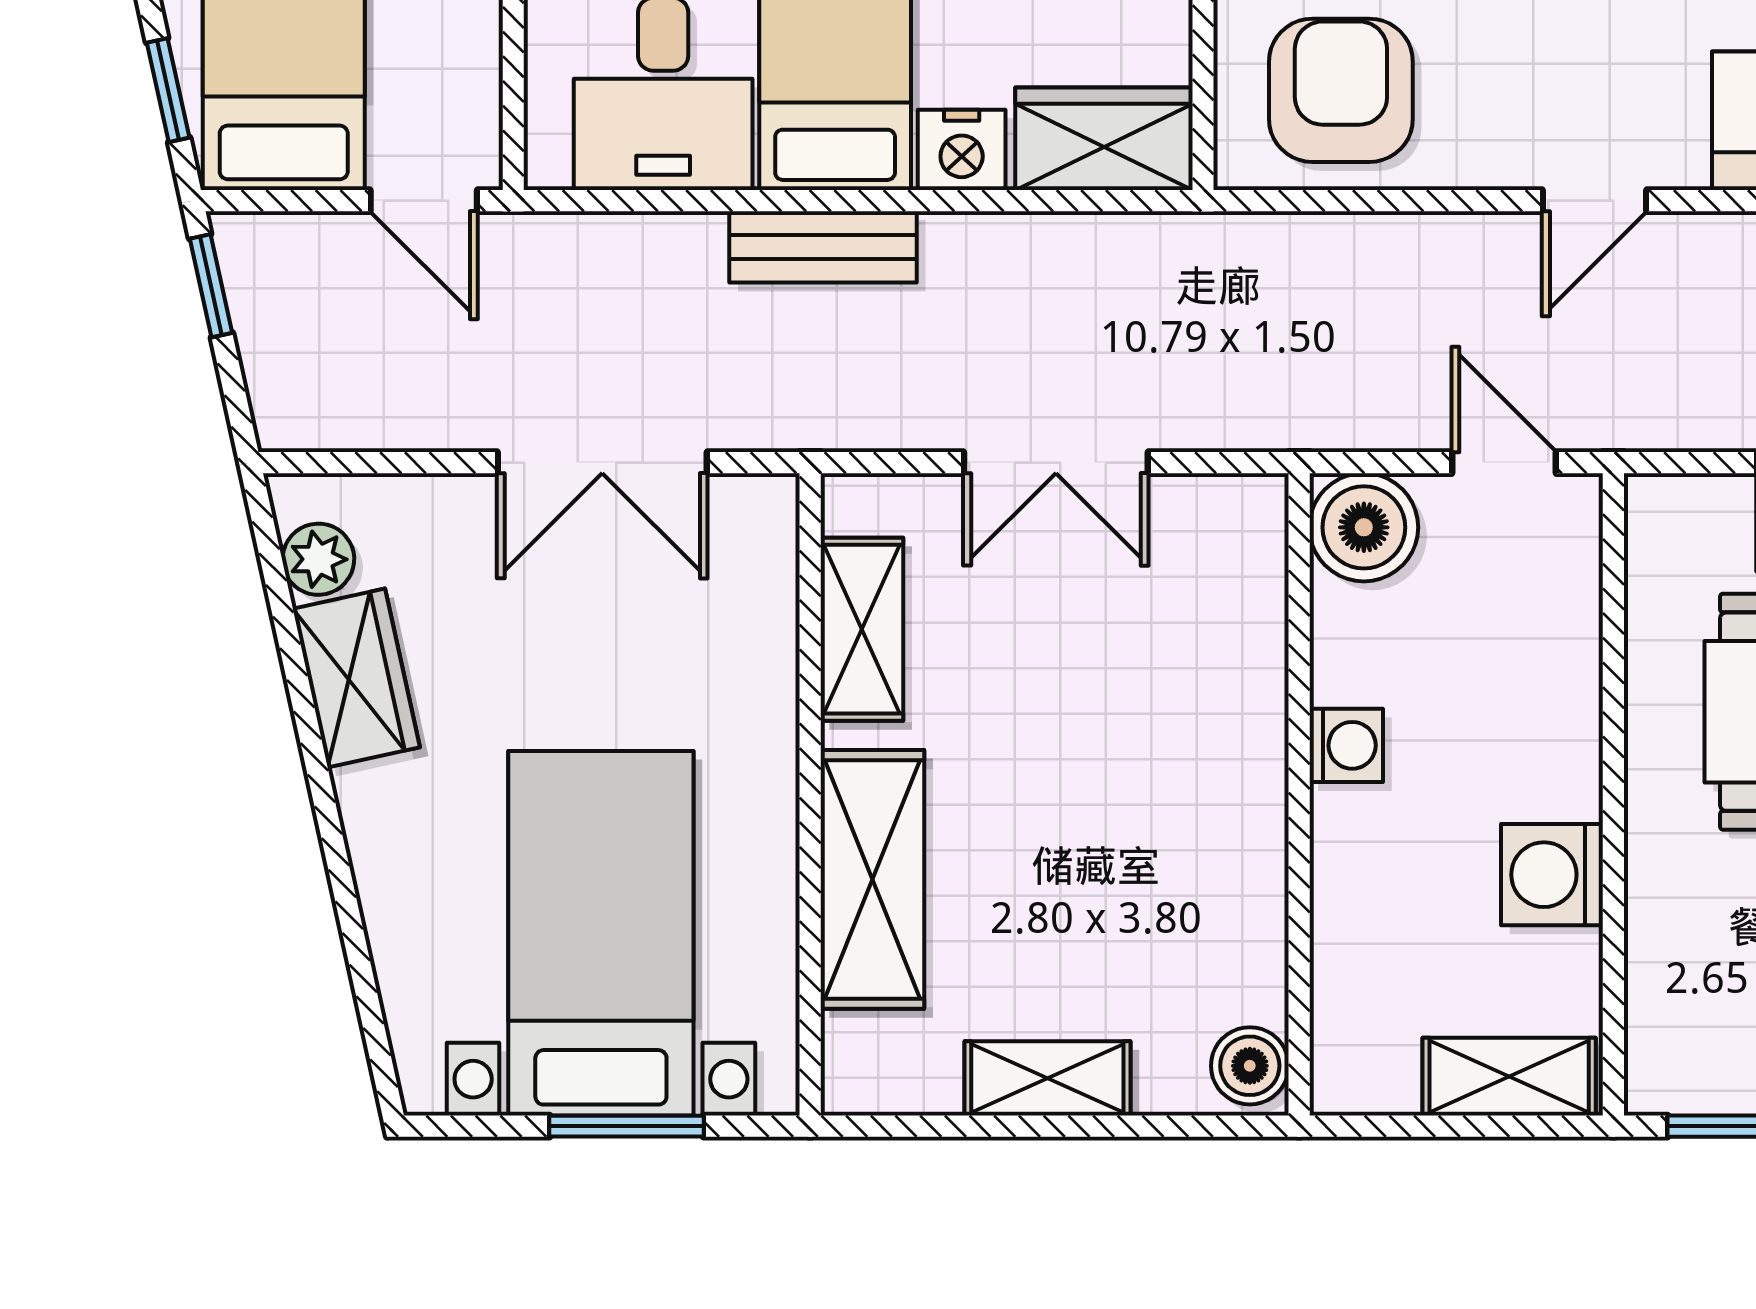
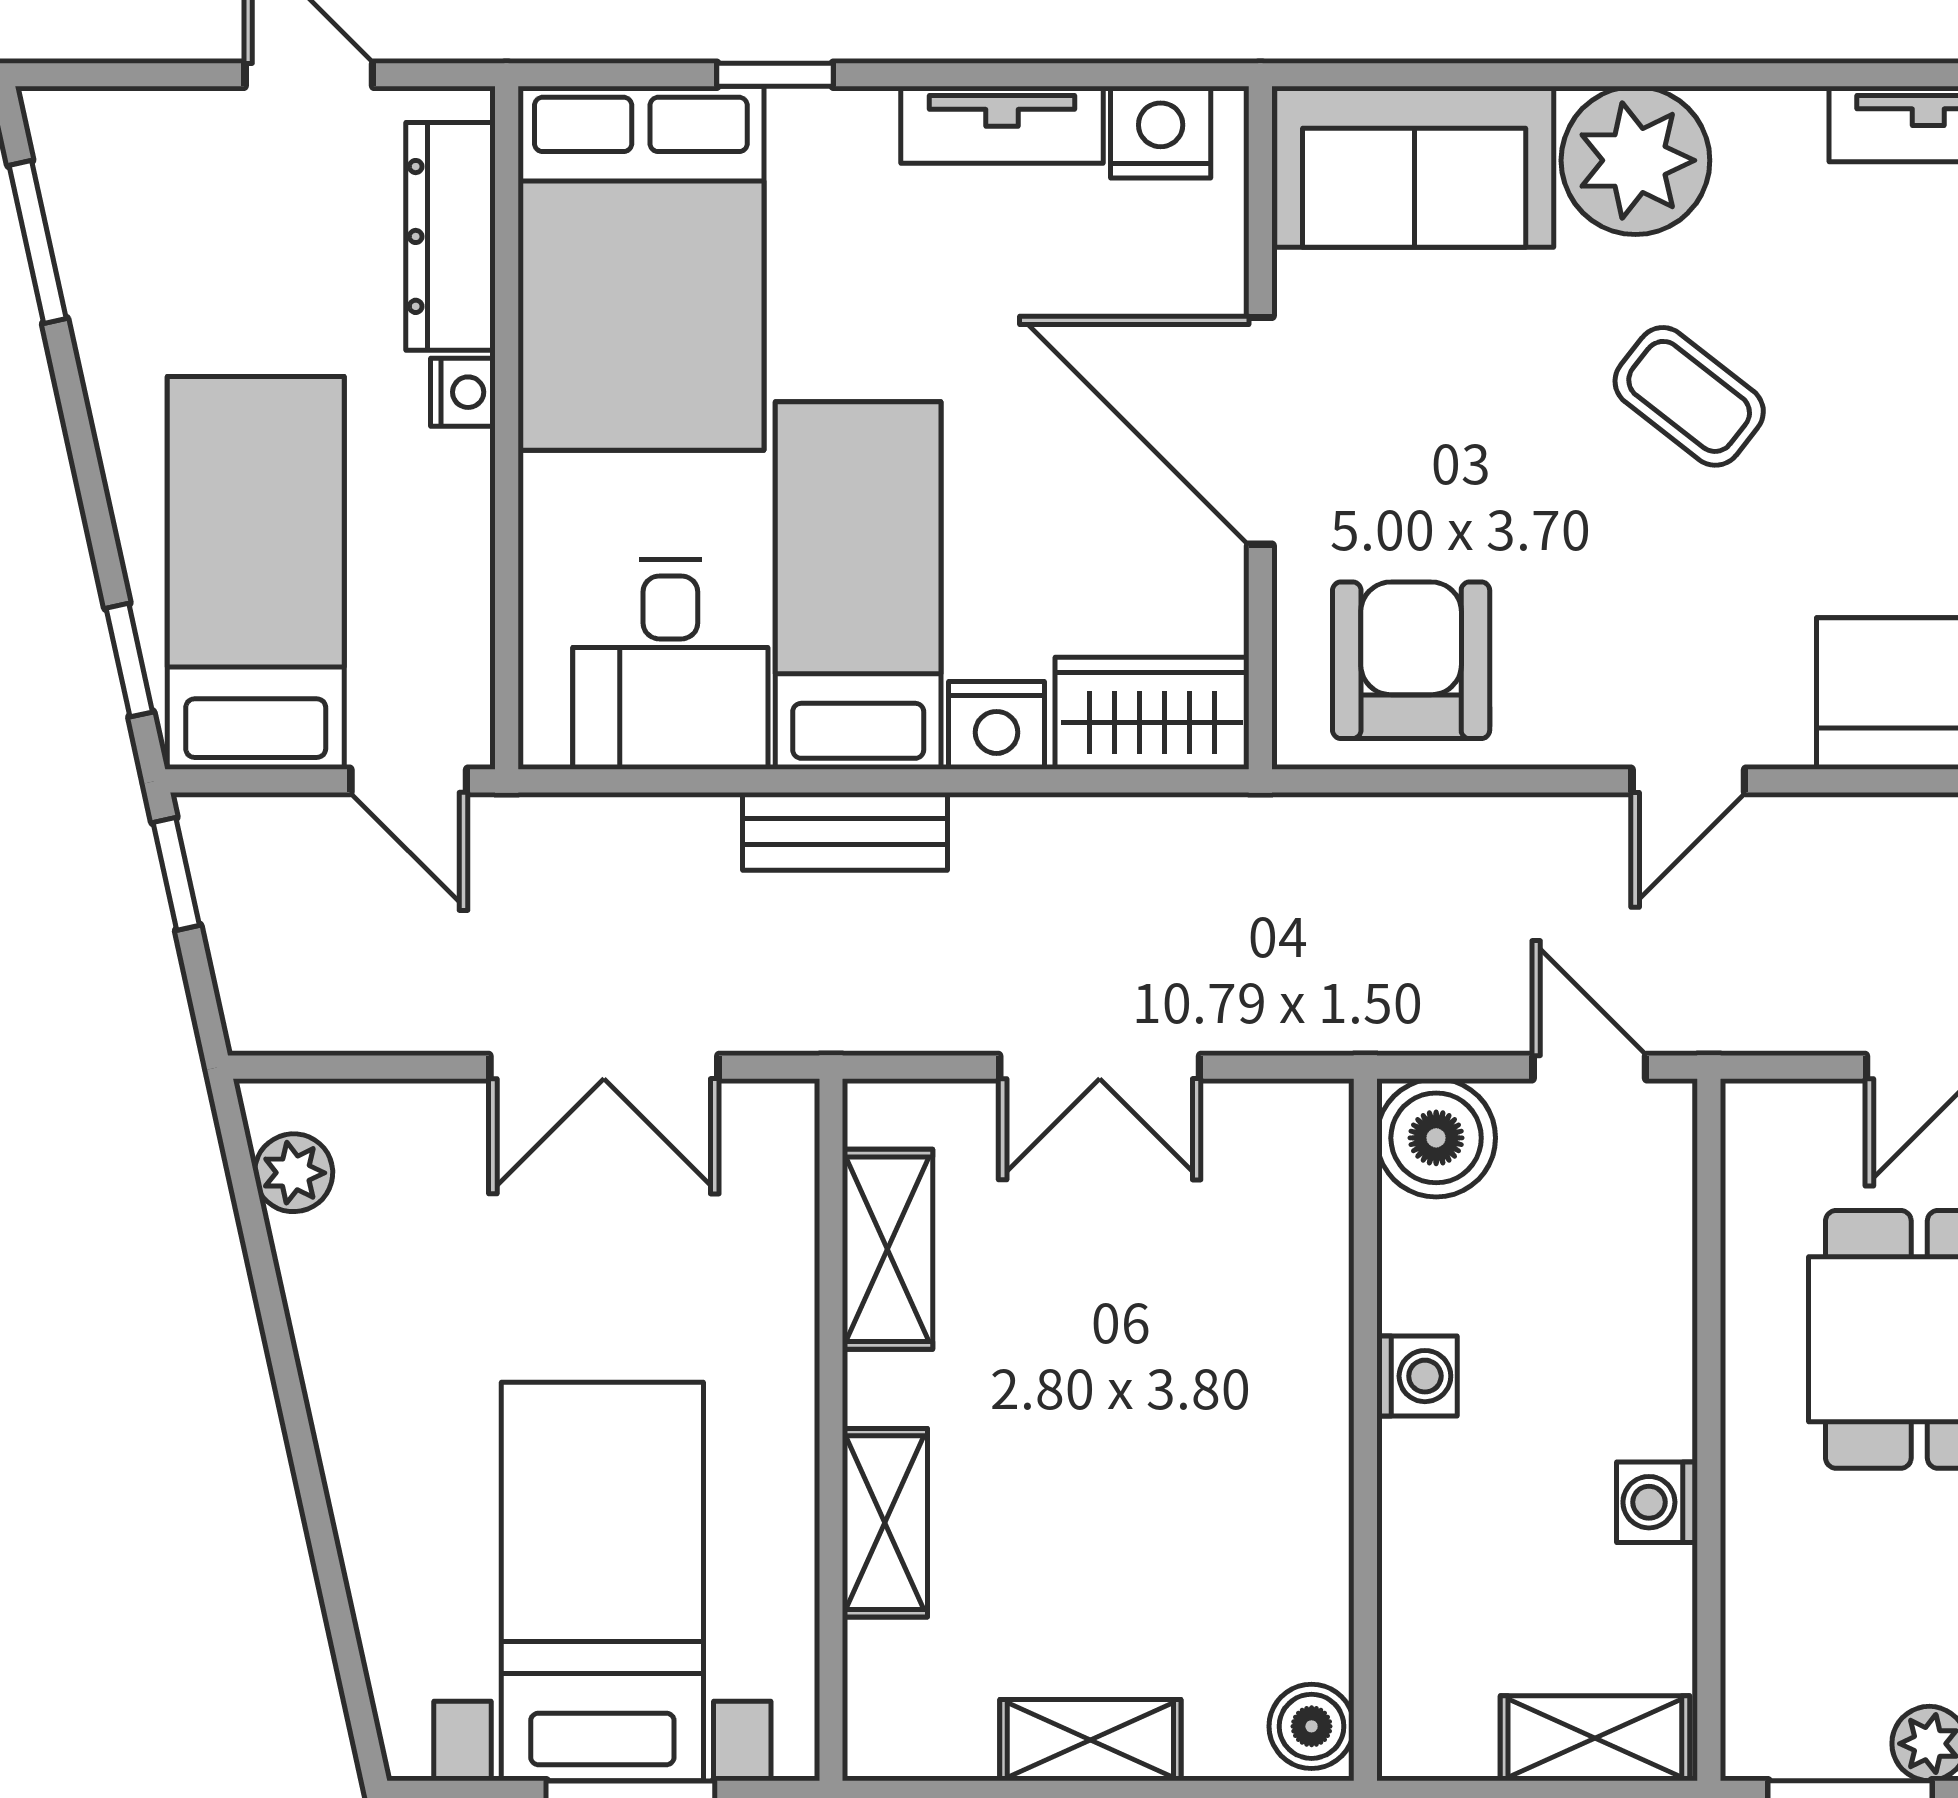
wardrobe: (356, 678) -> (335, 1303), removed
washing machine: (1552, 875) -> (1657, 1502), width x0.73, depth x0.73
shelving: (872, 879) -> (885, 1523), width x0.67, depth x0.75

